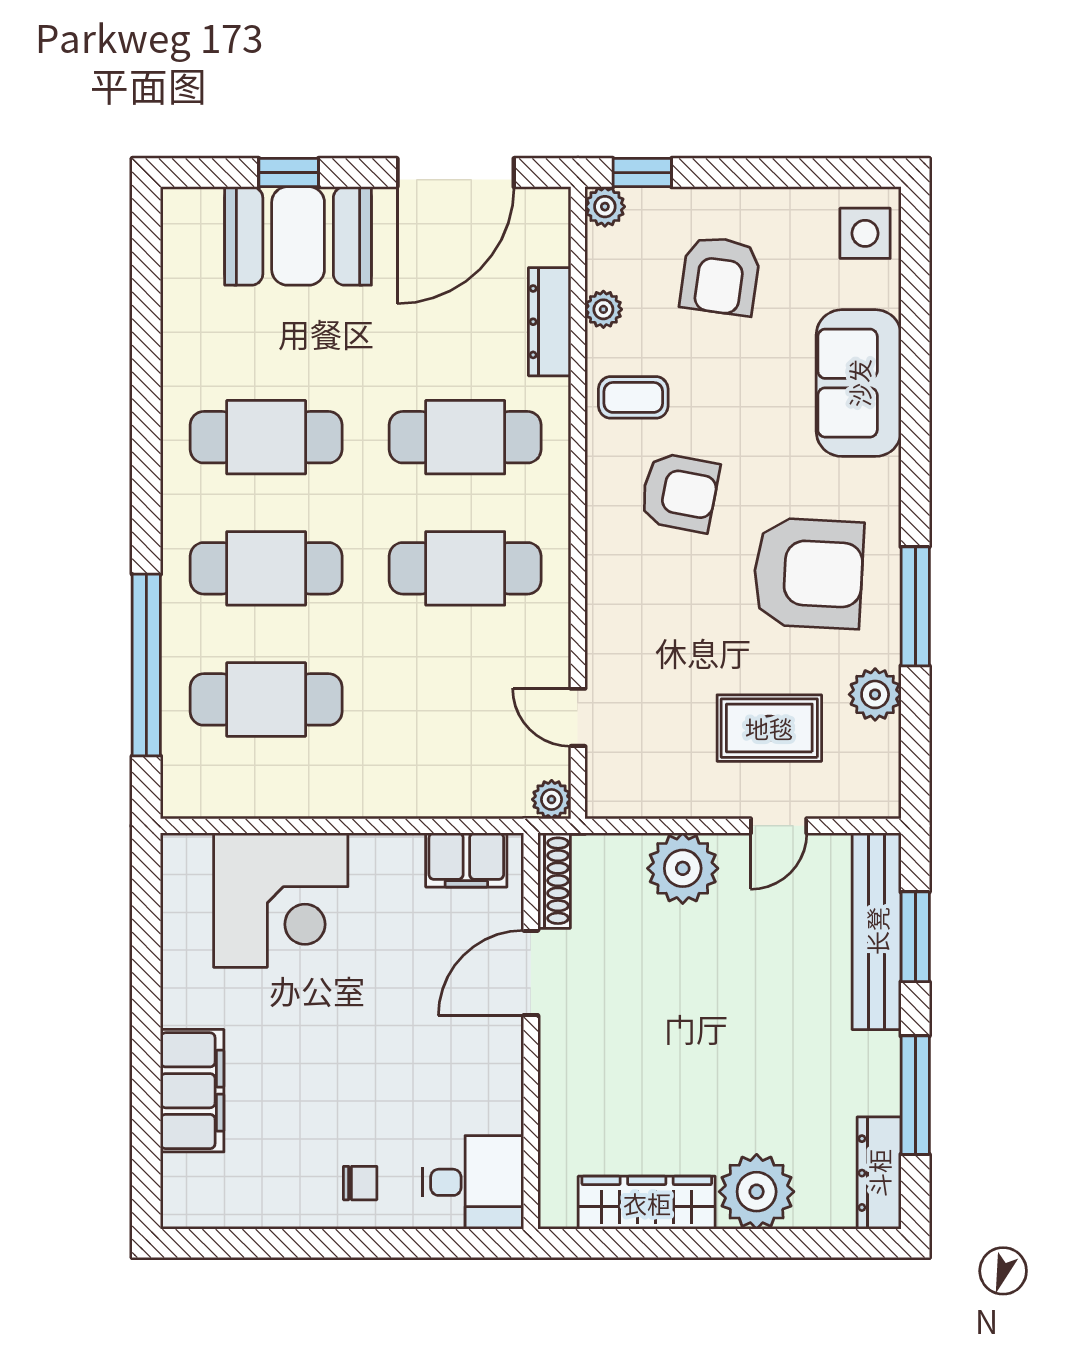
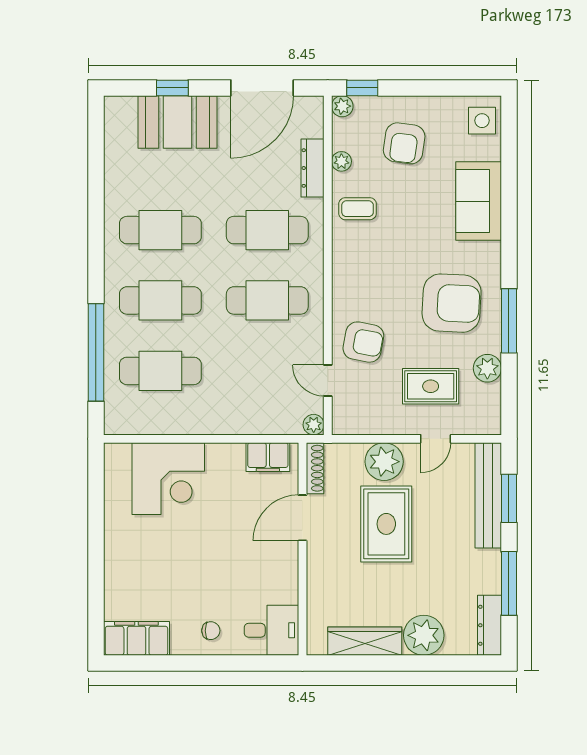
armchair: (679, 492) -> (363, 342), moved
rug: (687, 984) -> (386, 524), added
filing cabinet: (192, 1091) -> (136, 638), moved, turned -90

